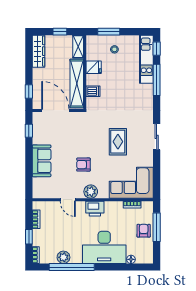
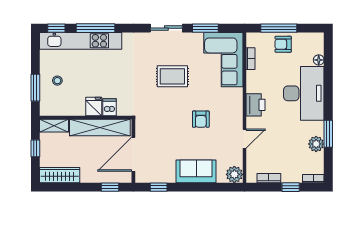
kitchen unit: (146, 59) -> (81, 41), width x1.36
fridge: (94, 67) -> (94, 106), moved
window: (157, 168) -> (205, 28), added
plant: (91, 192) -> (234, 174), moved
window: (72, 267) -> (328, 134), width x0.47

